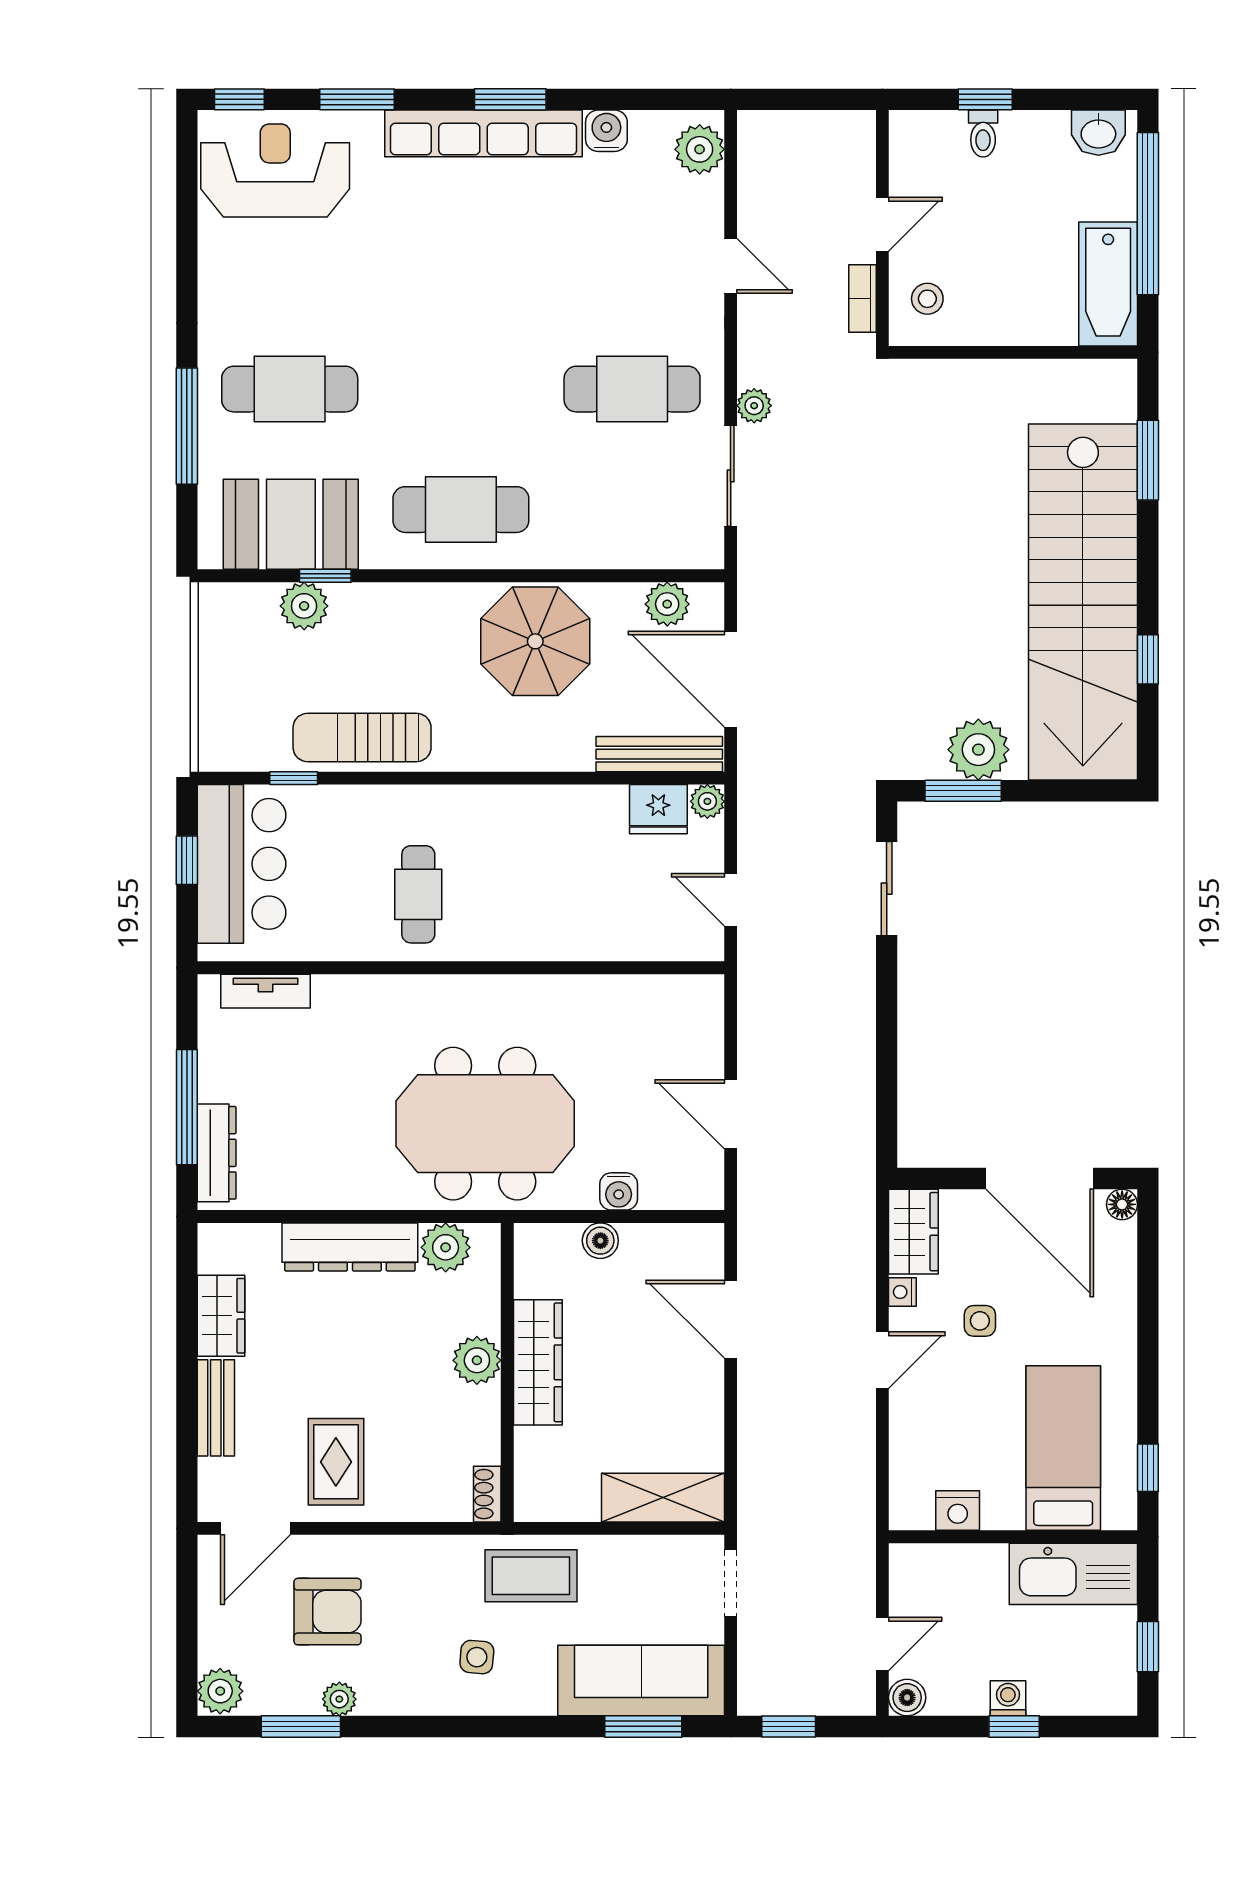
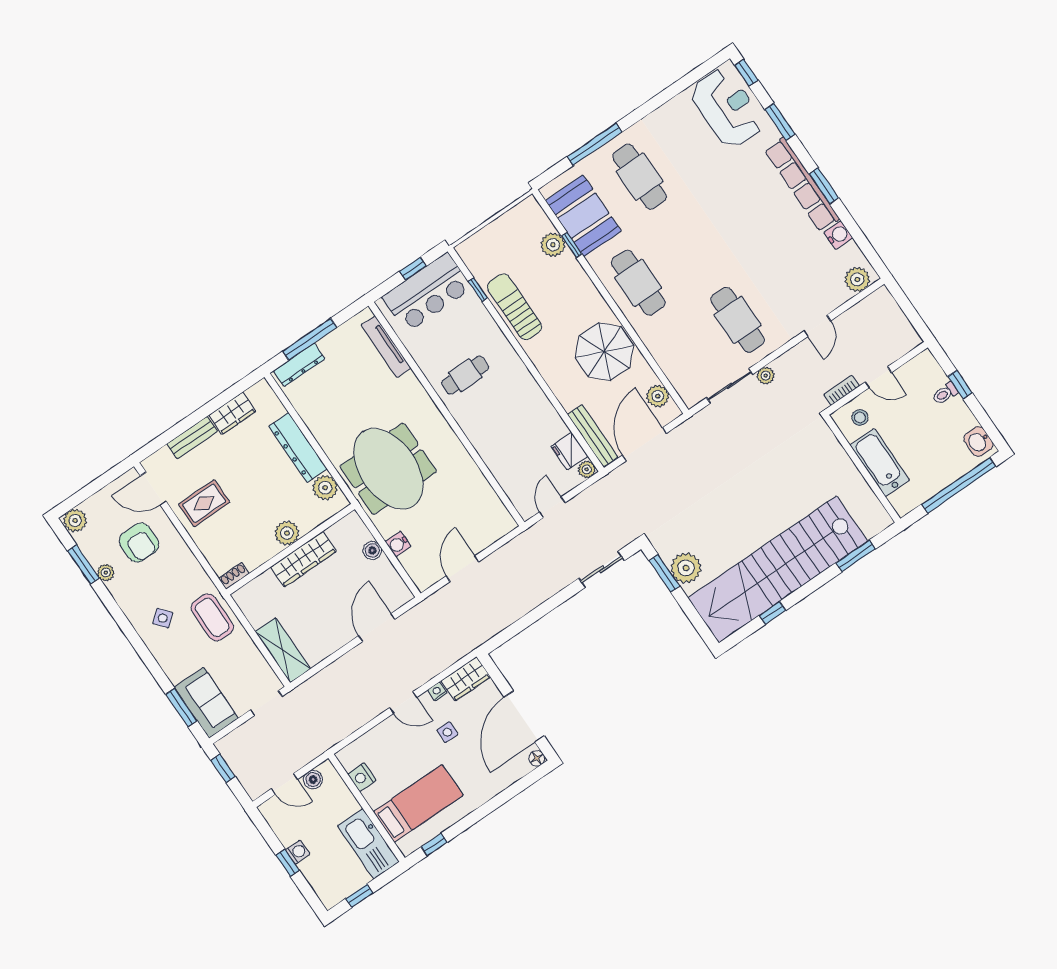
bathtub: (1108, 284) -> (880, 462), moved, turned 90
tv unit: (265, 991) -> (386, 347), width x1.41
side table: (477, 1657) -> (163, 618), turned 45
sofa: (641, 1681) -> (206, 703), width x0.73
boiler: (907, 1698) -> (313, 780), moved

